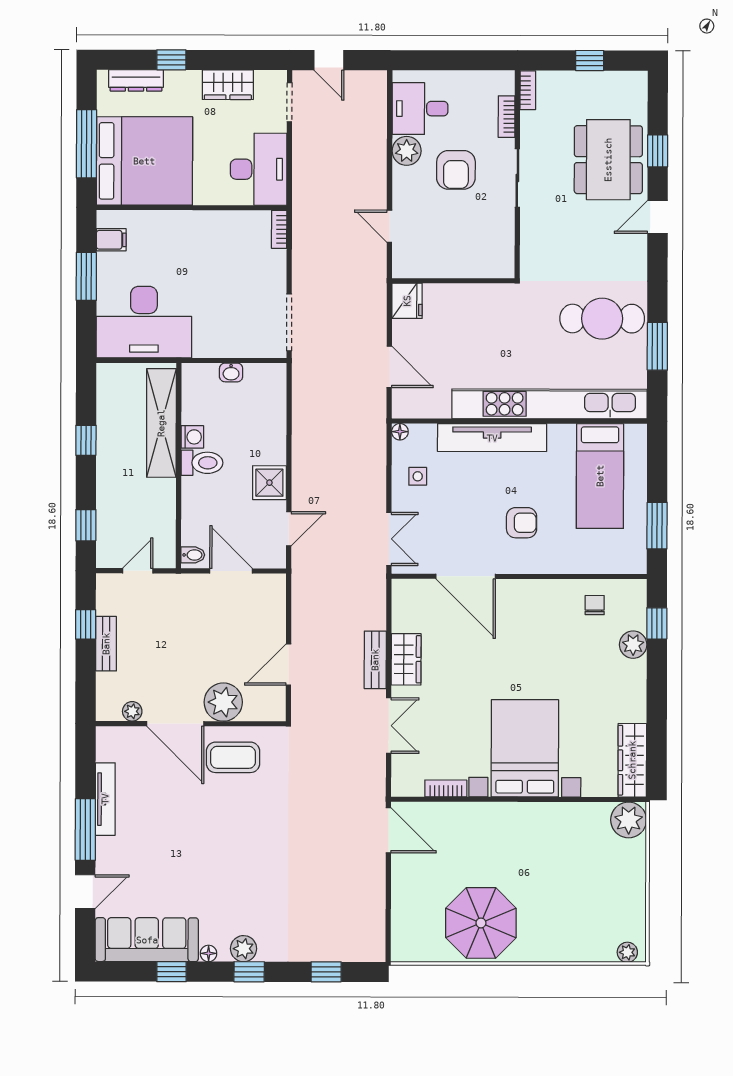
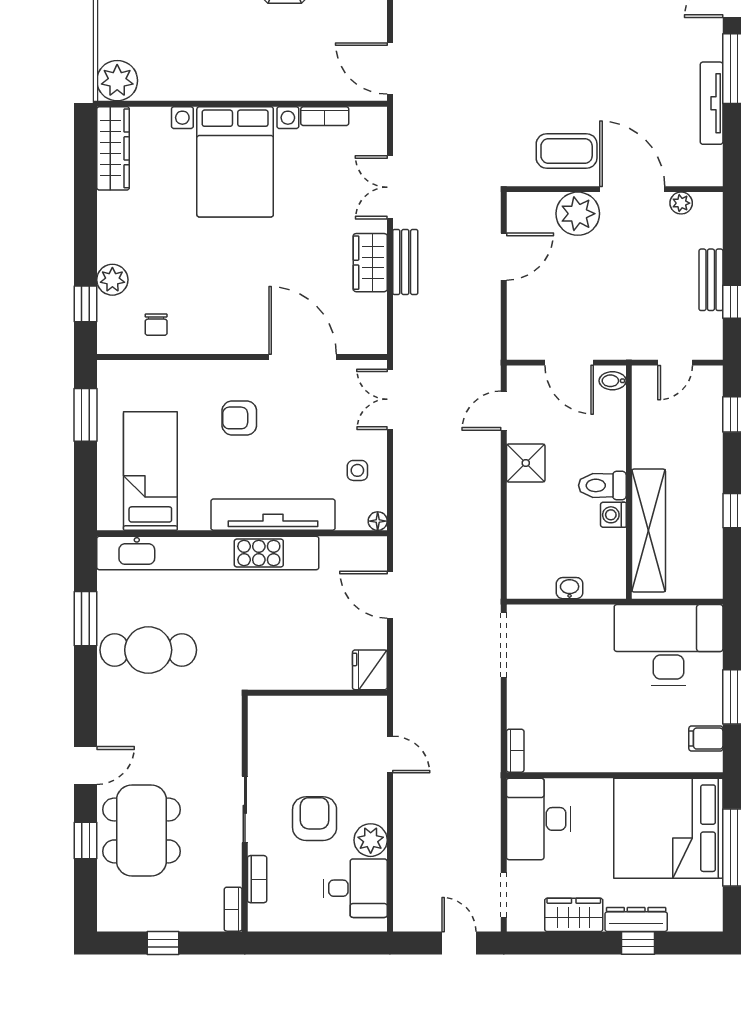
dresser: (136, 80) -> (636, 919), moved

